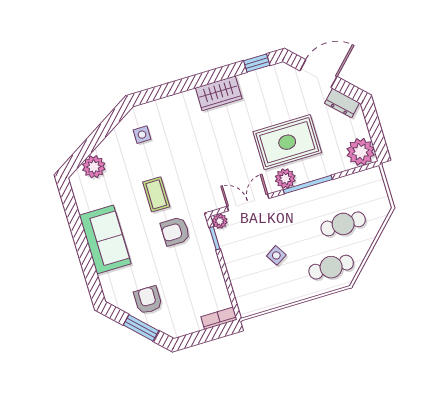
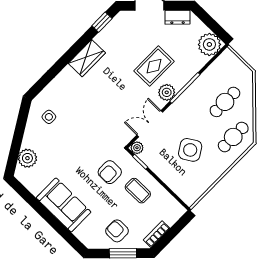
rug: (287, 142) -> (154, 66), width x0.73, depth x0.70
coffee table: (156, 194) -> (138, 191), moved
side table: (276, 255) -> (190, 150), width x1.87, depth x1.87
bookcase: (219, 318) -> (157, 234), moved

